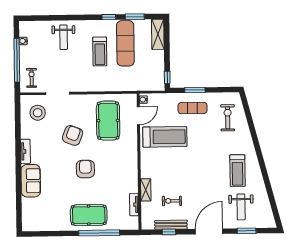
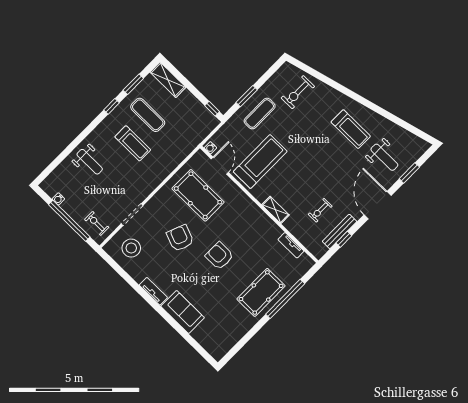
exercise mat: (125, 43) -> (148, 115), width x0.73, depth x0.69
exercise bike: (228, 118) -> (298, 92), turned -90
shelving: (146, 190) -> (275, 210), moved

